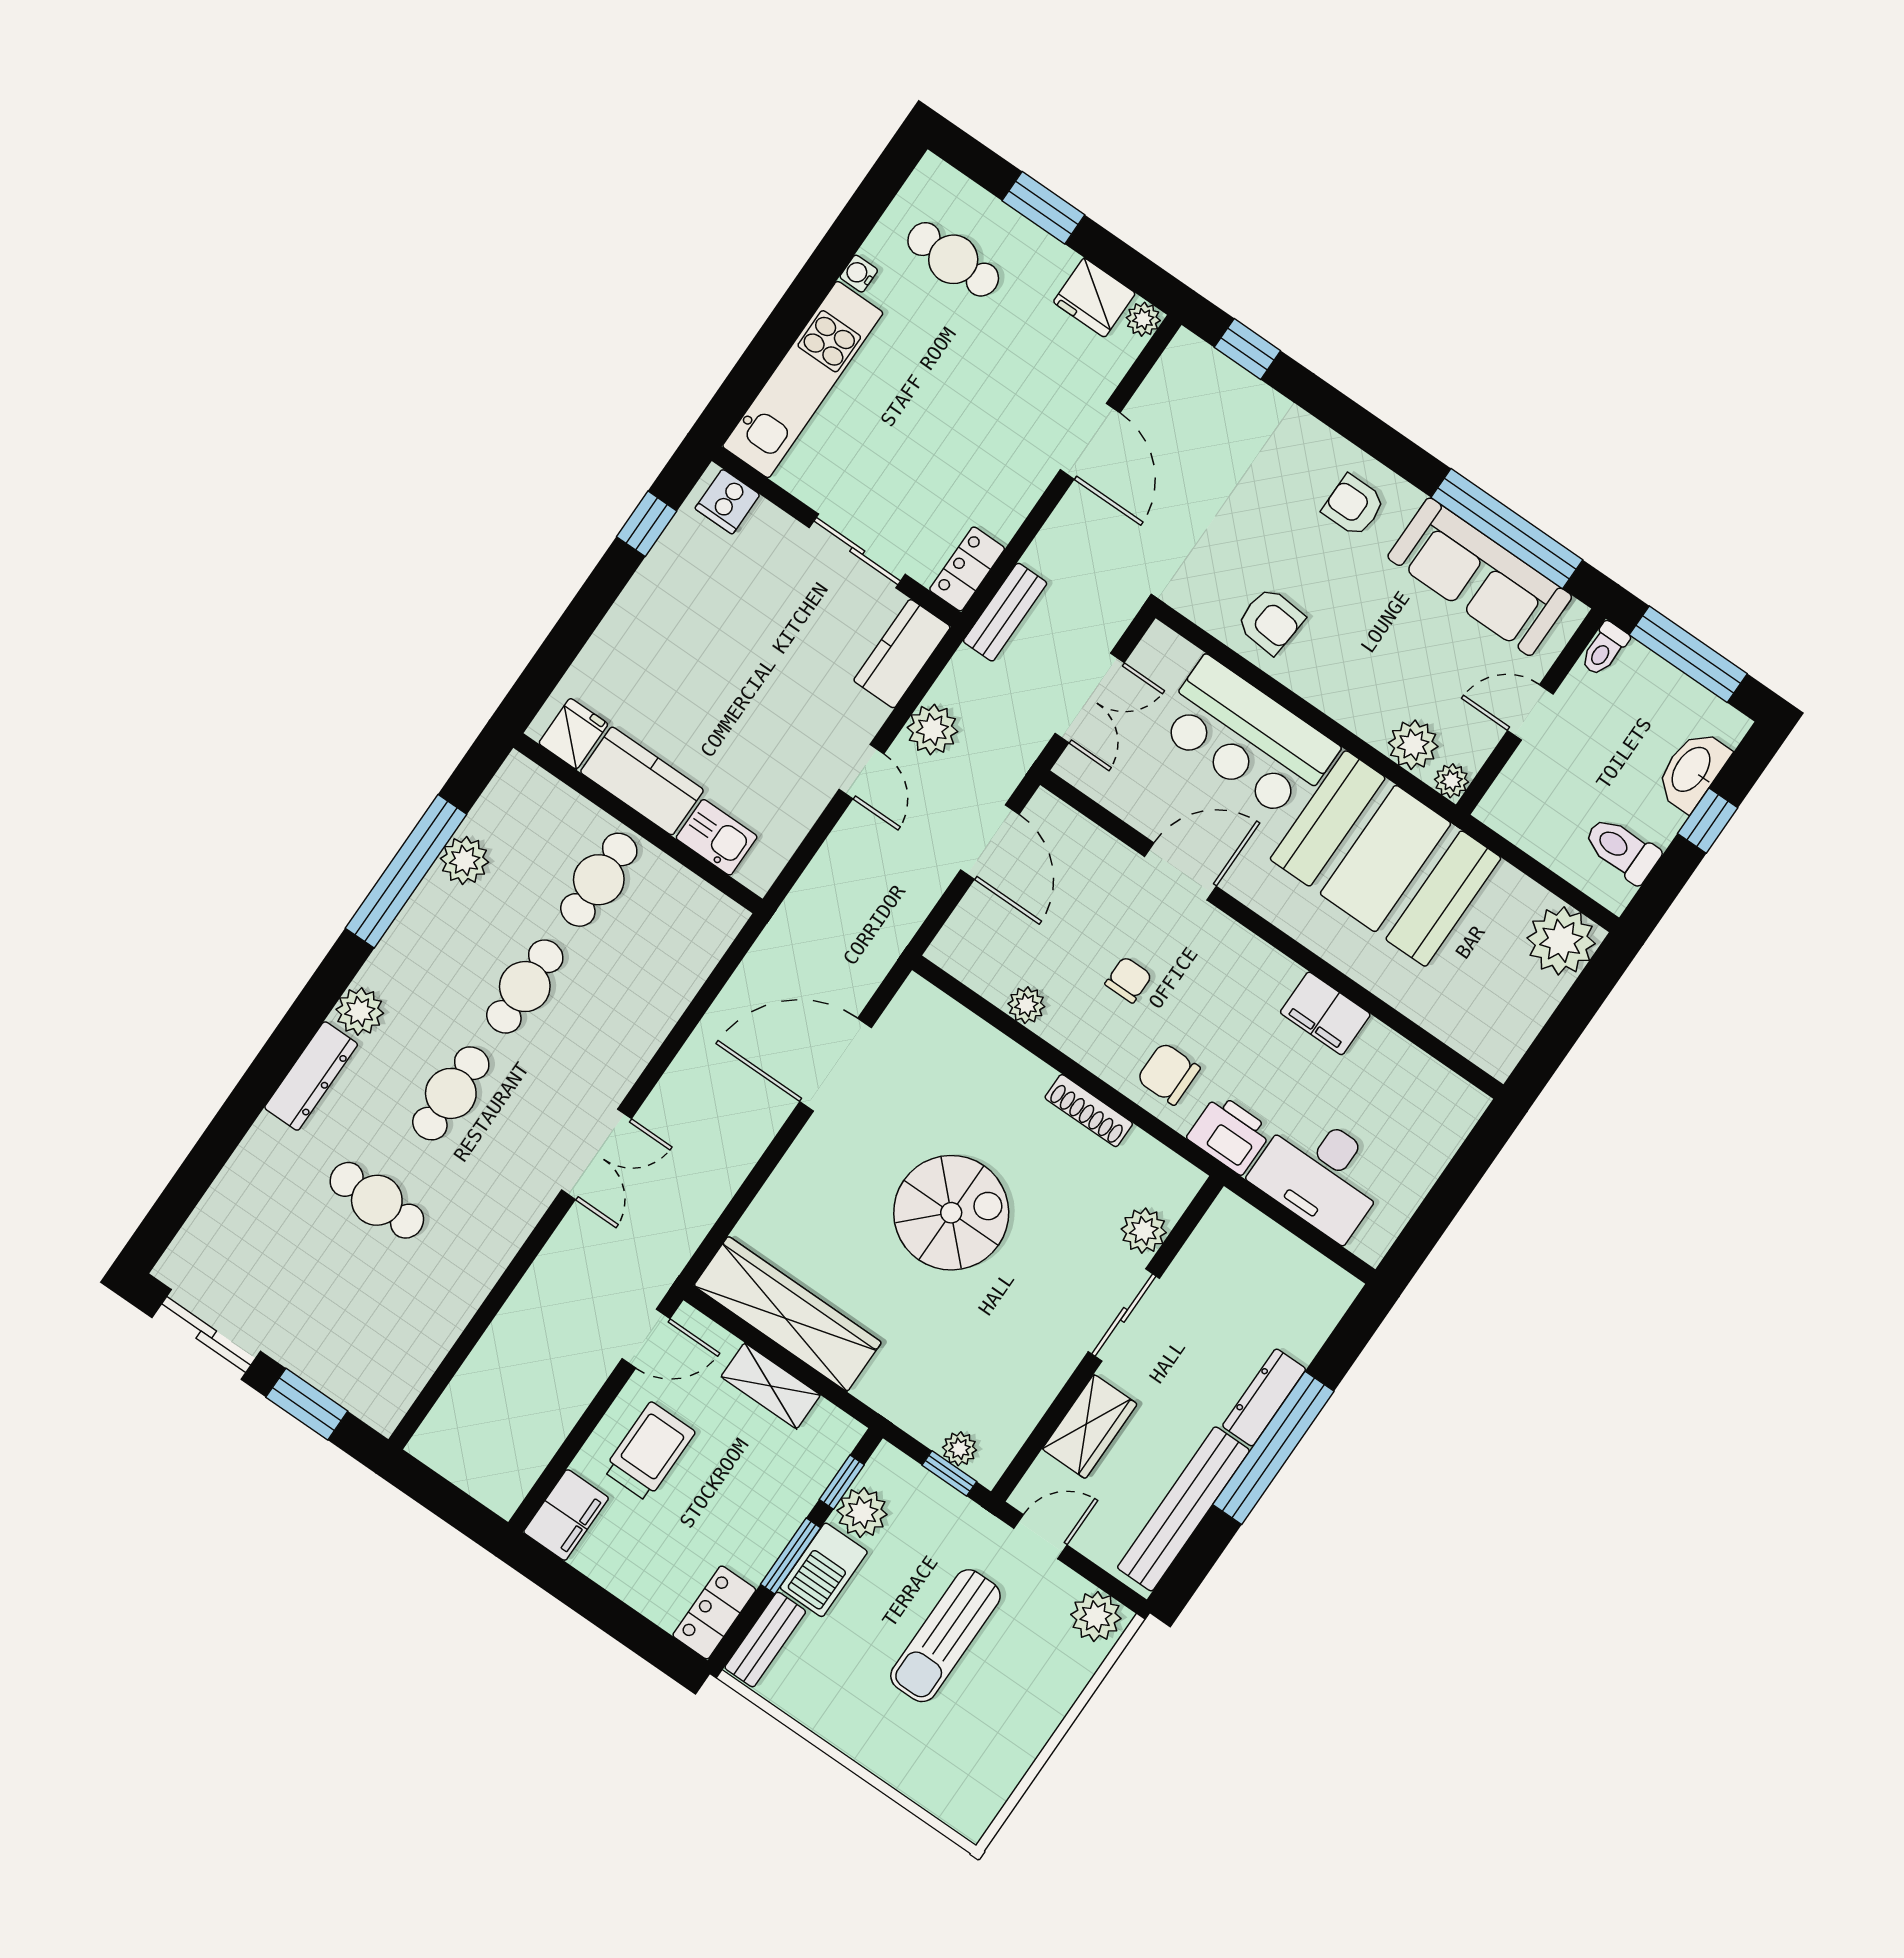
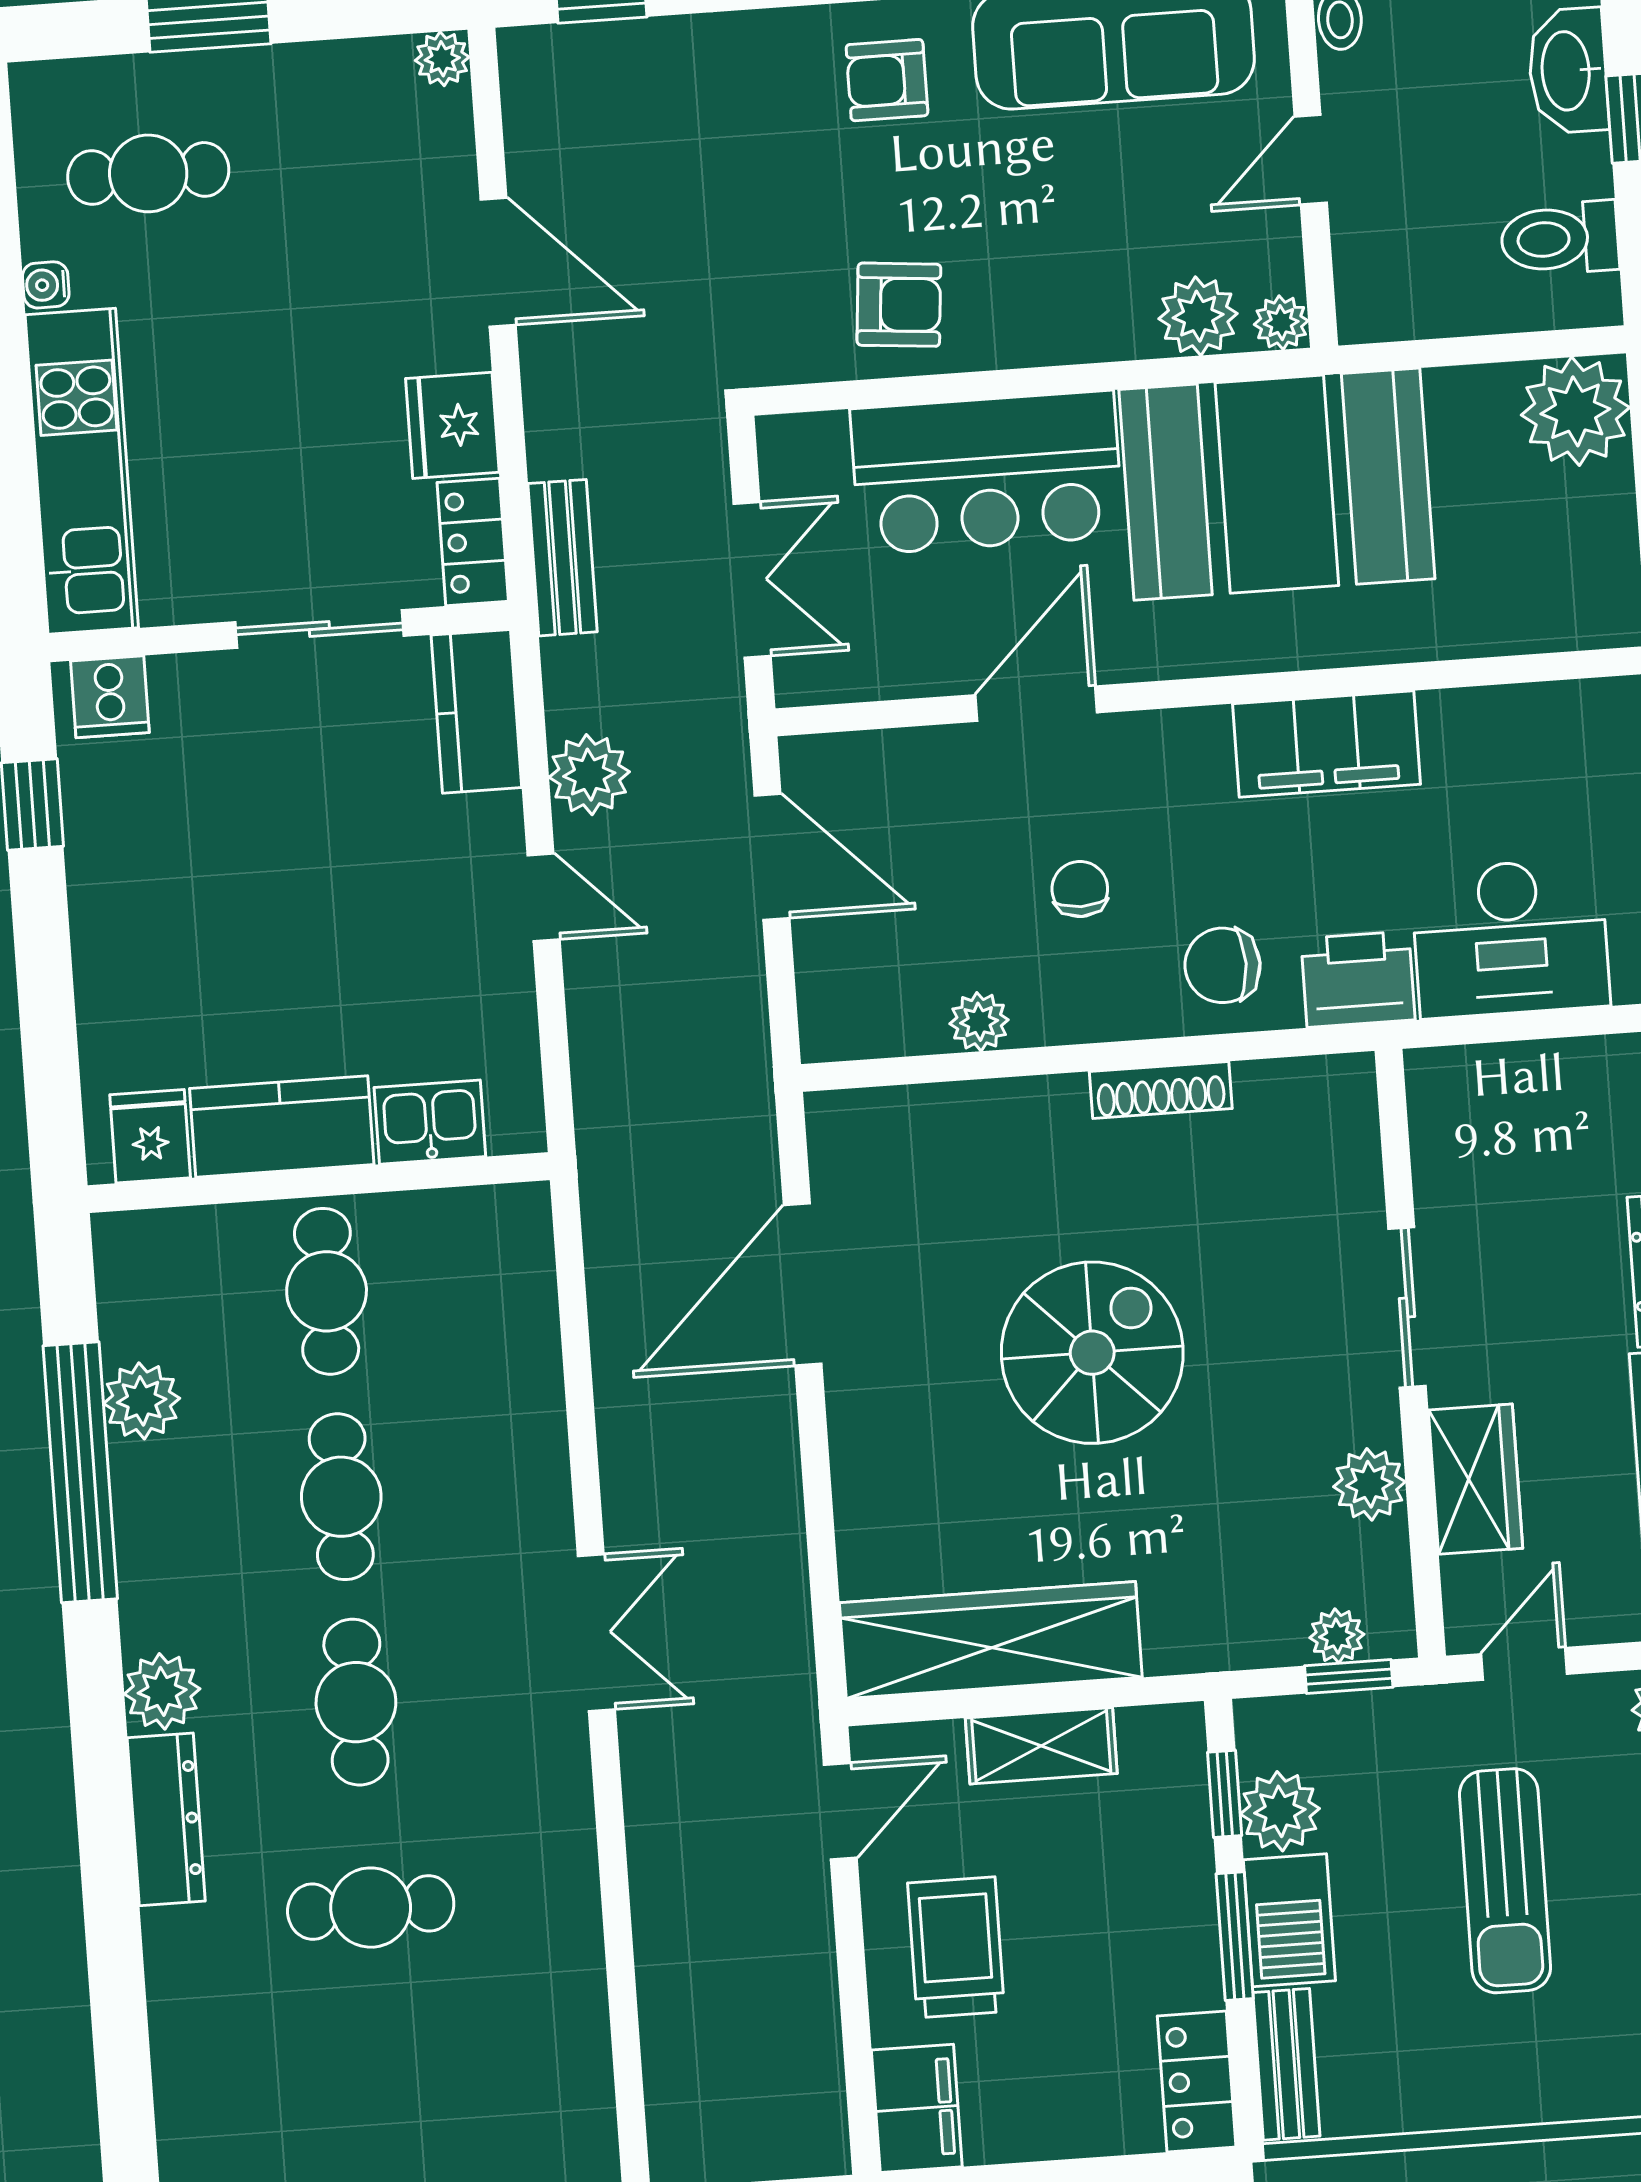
fridge: (1094, 298) -> (452, 425), moved, turned 90
filing cabinet: (1325, 1013) -> (1327, 744), width x1.50, depth x1.17
plant: (1144, 1231) -> (1369, 1484), moved

